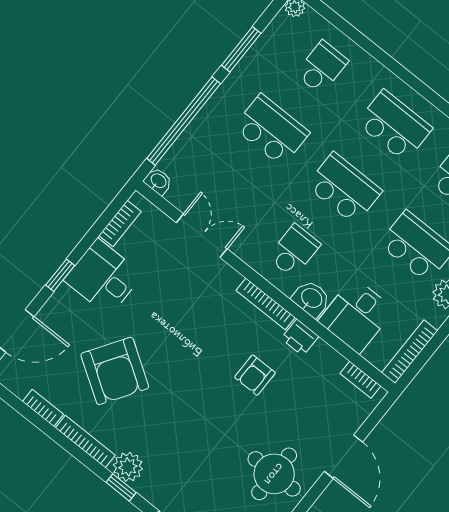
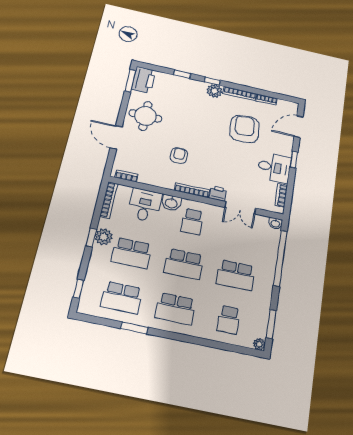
window: (241, 49) -> (271, 324), moved
printer: (300, 337) -> (218, 193), moved
armchair: (115, 371) -> (245, 129), turned 53

